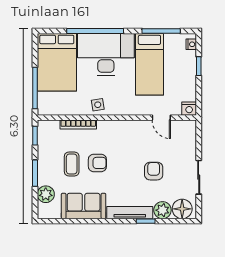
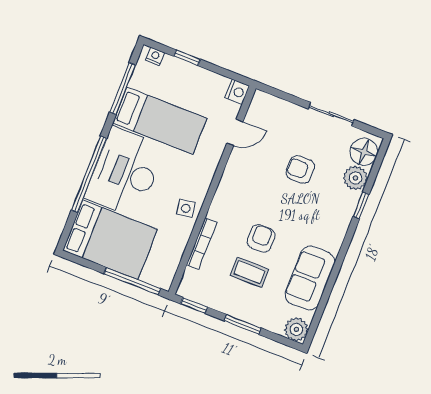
plant: (46, 194) -> (296, 329), moved
tv unit: (130, 213) -> (342, 222), removed

